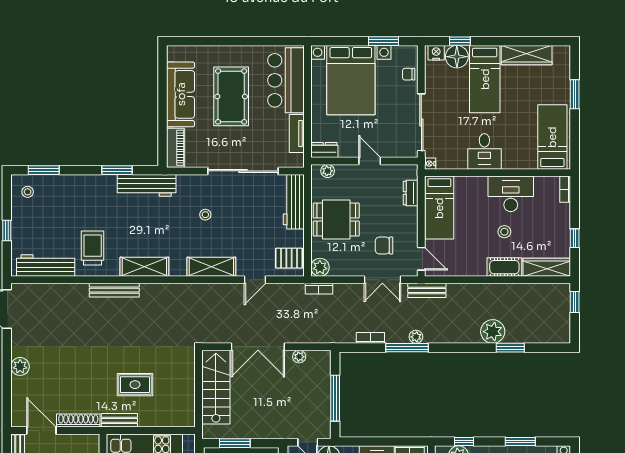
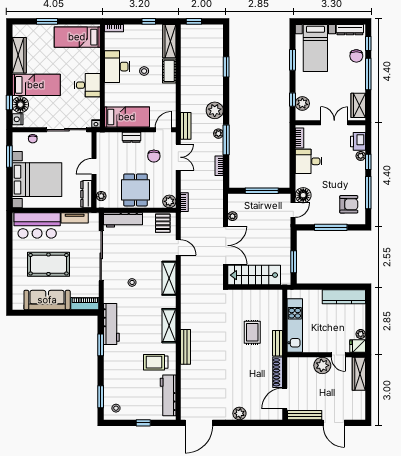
dresser: (324, 150) -> (86, 194), width x1.44
dresser: (411, 193) -> (131, 137), moved
plant: (493, 332) -> (215, 110), moved

